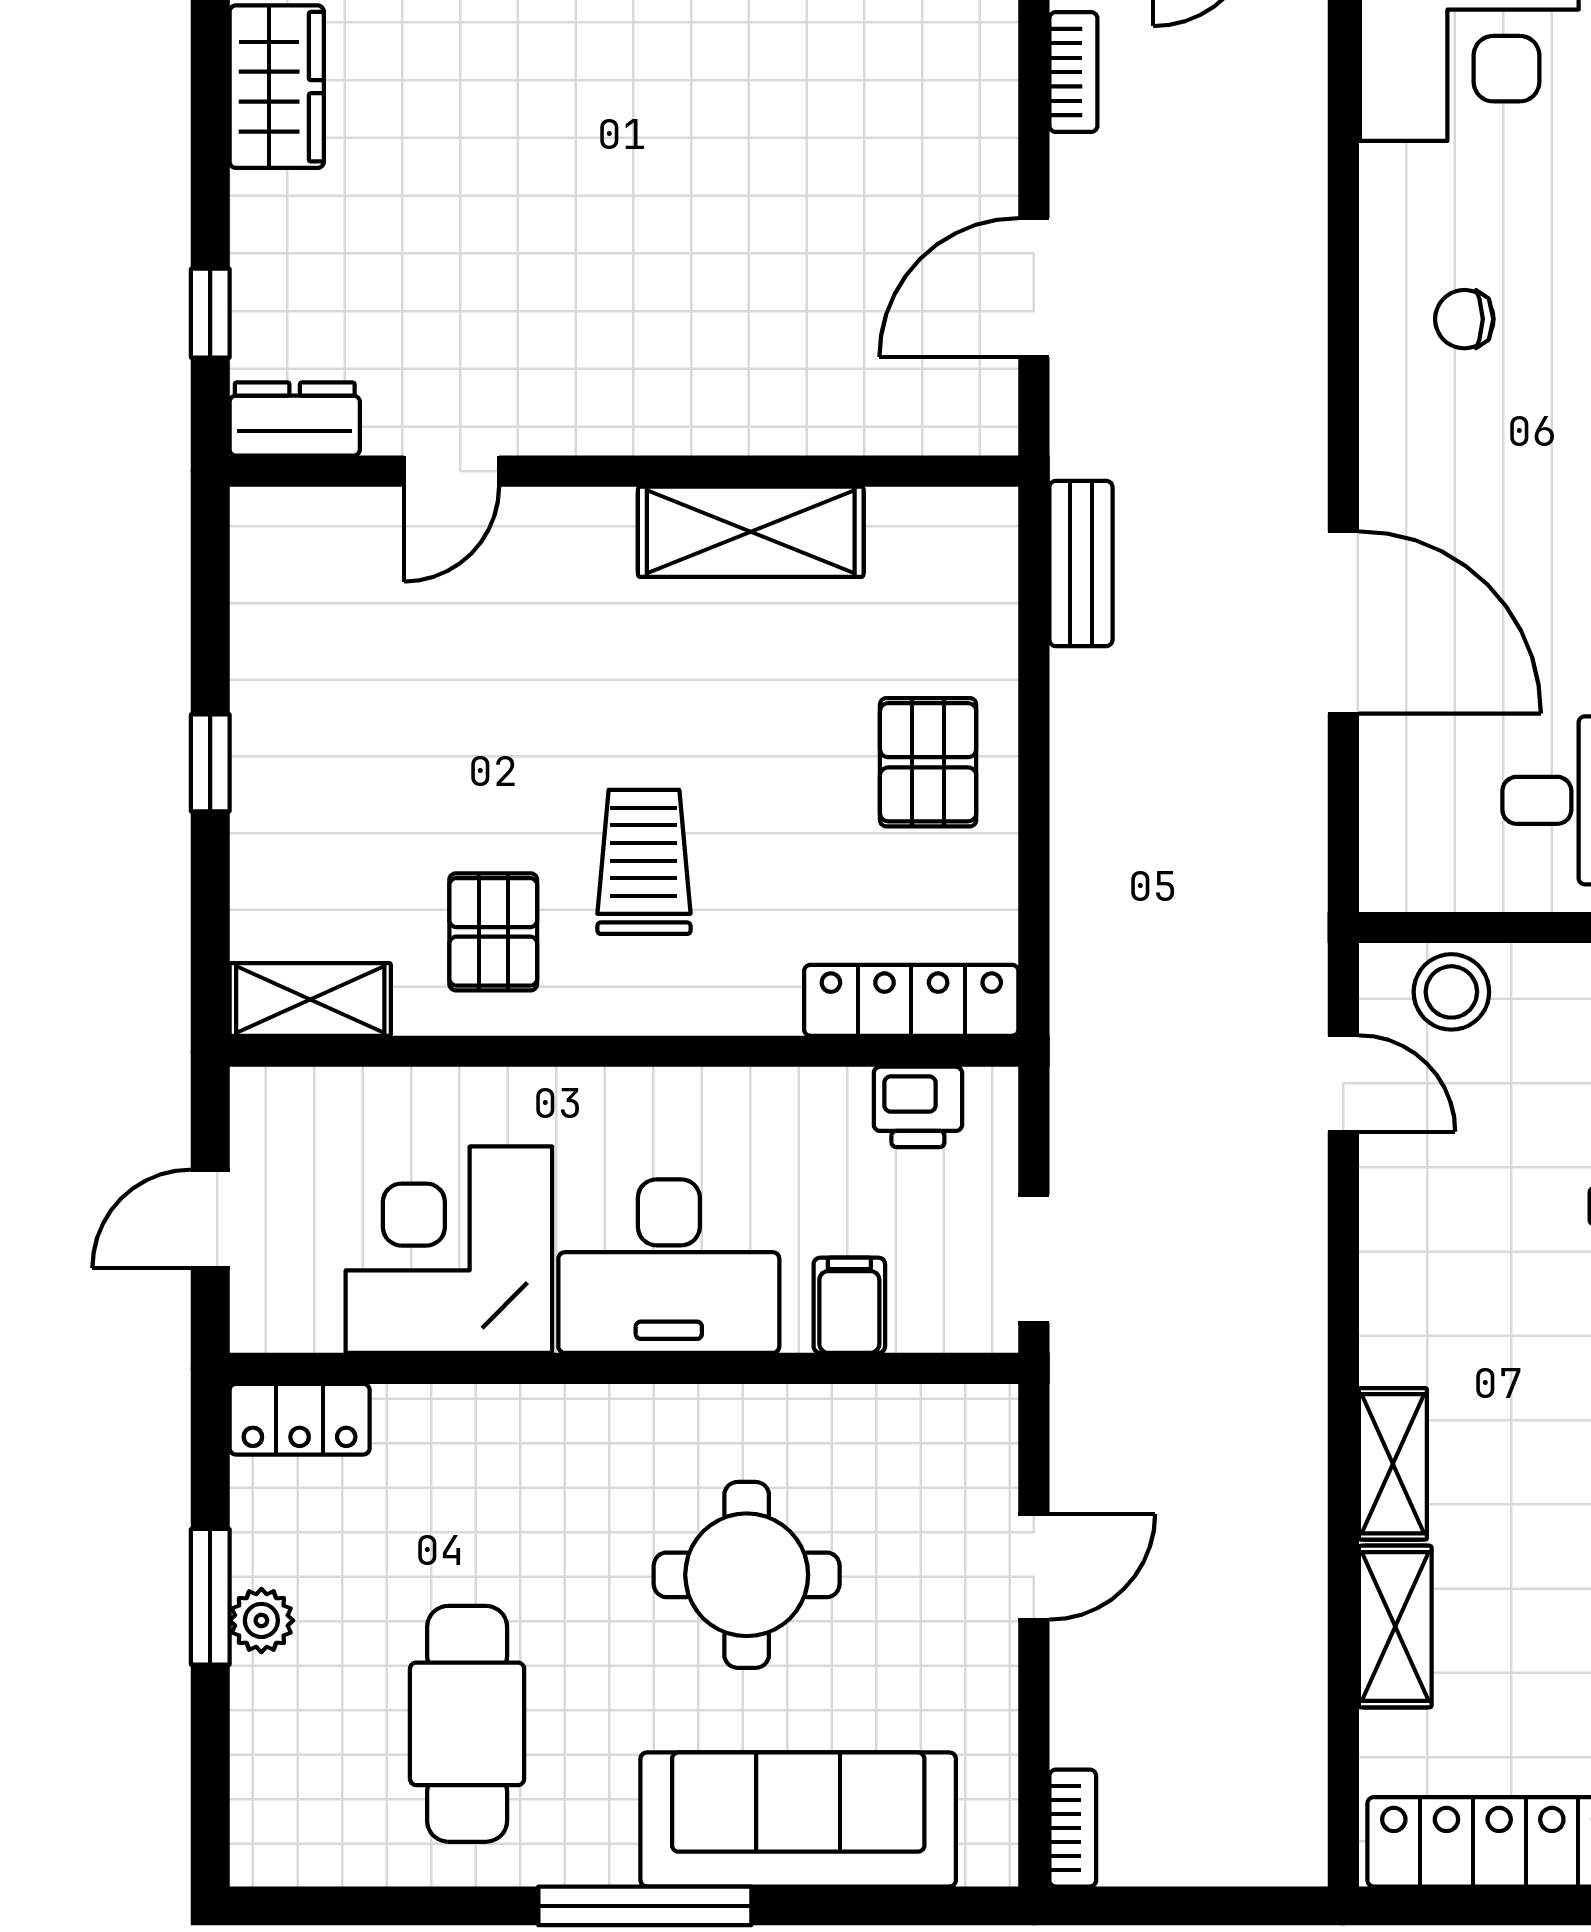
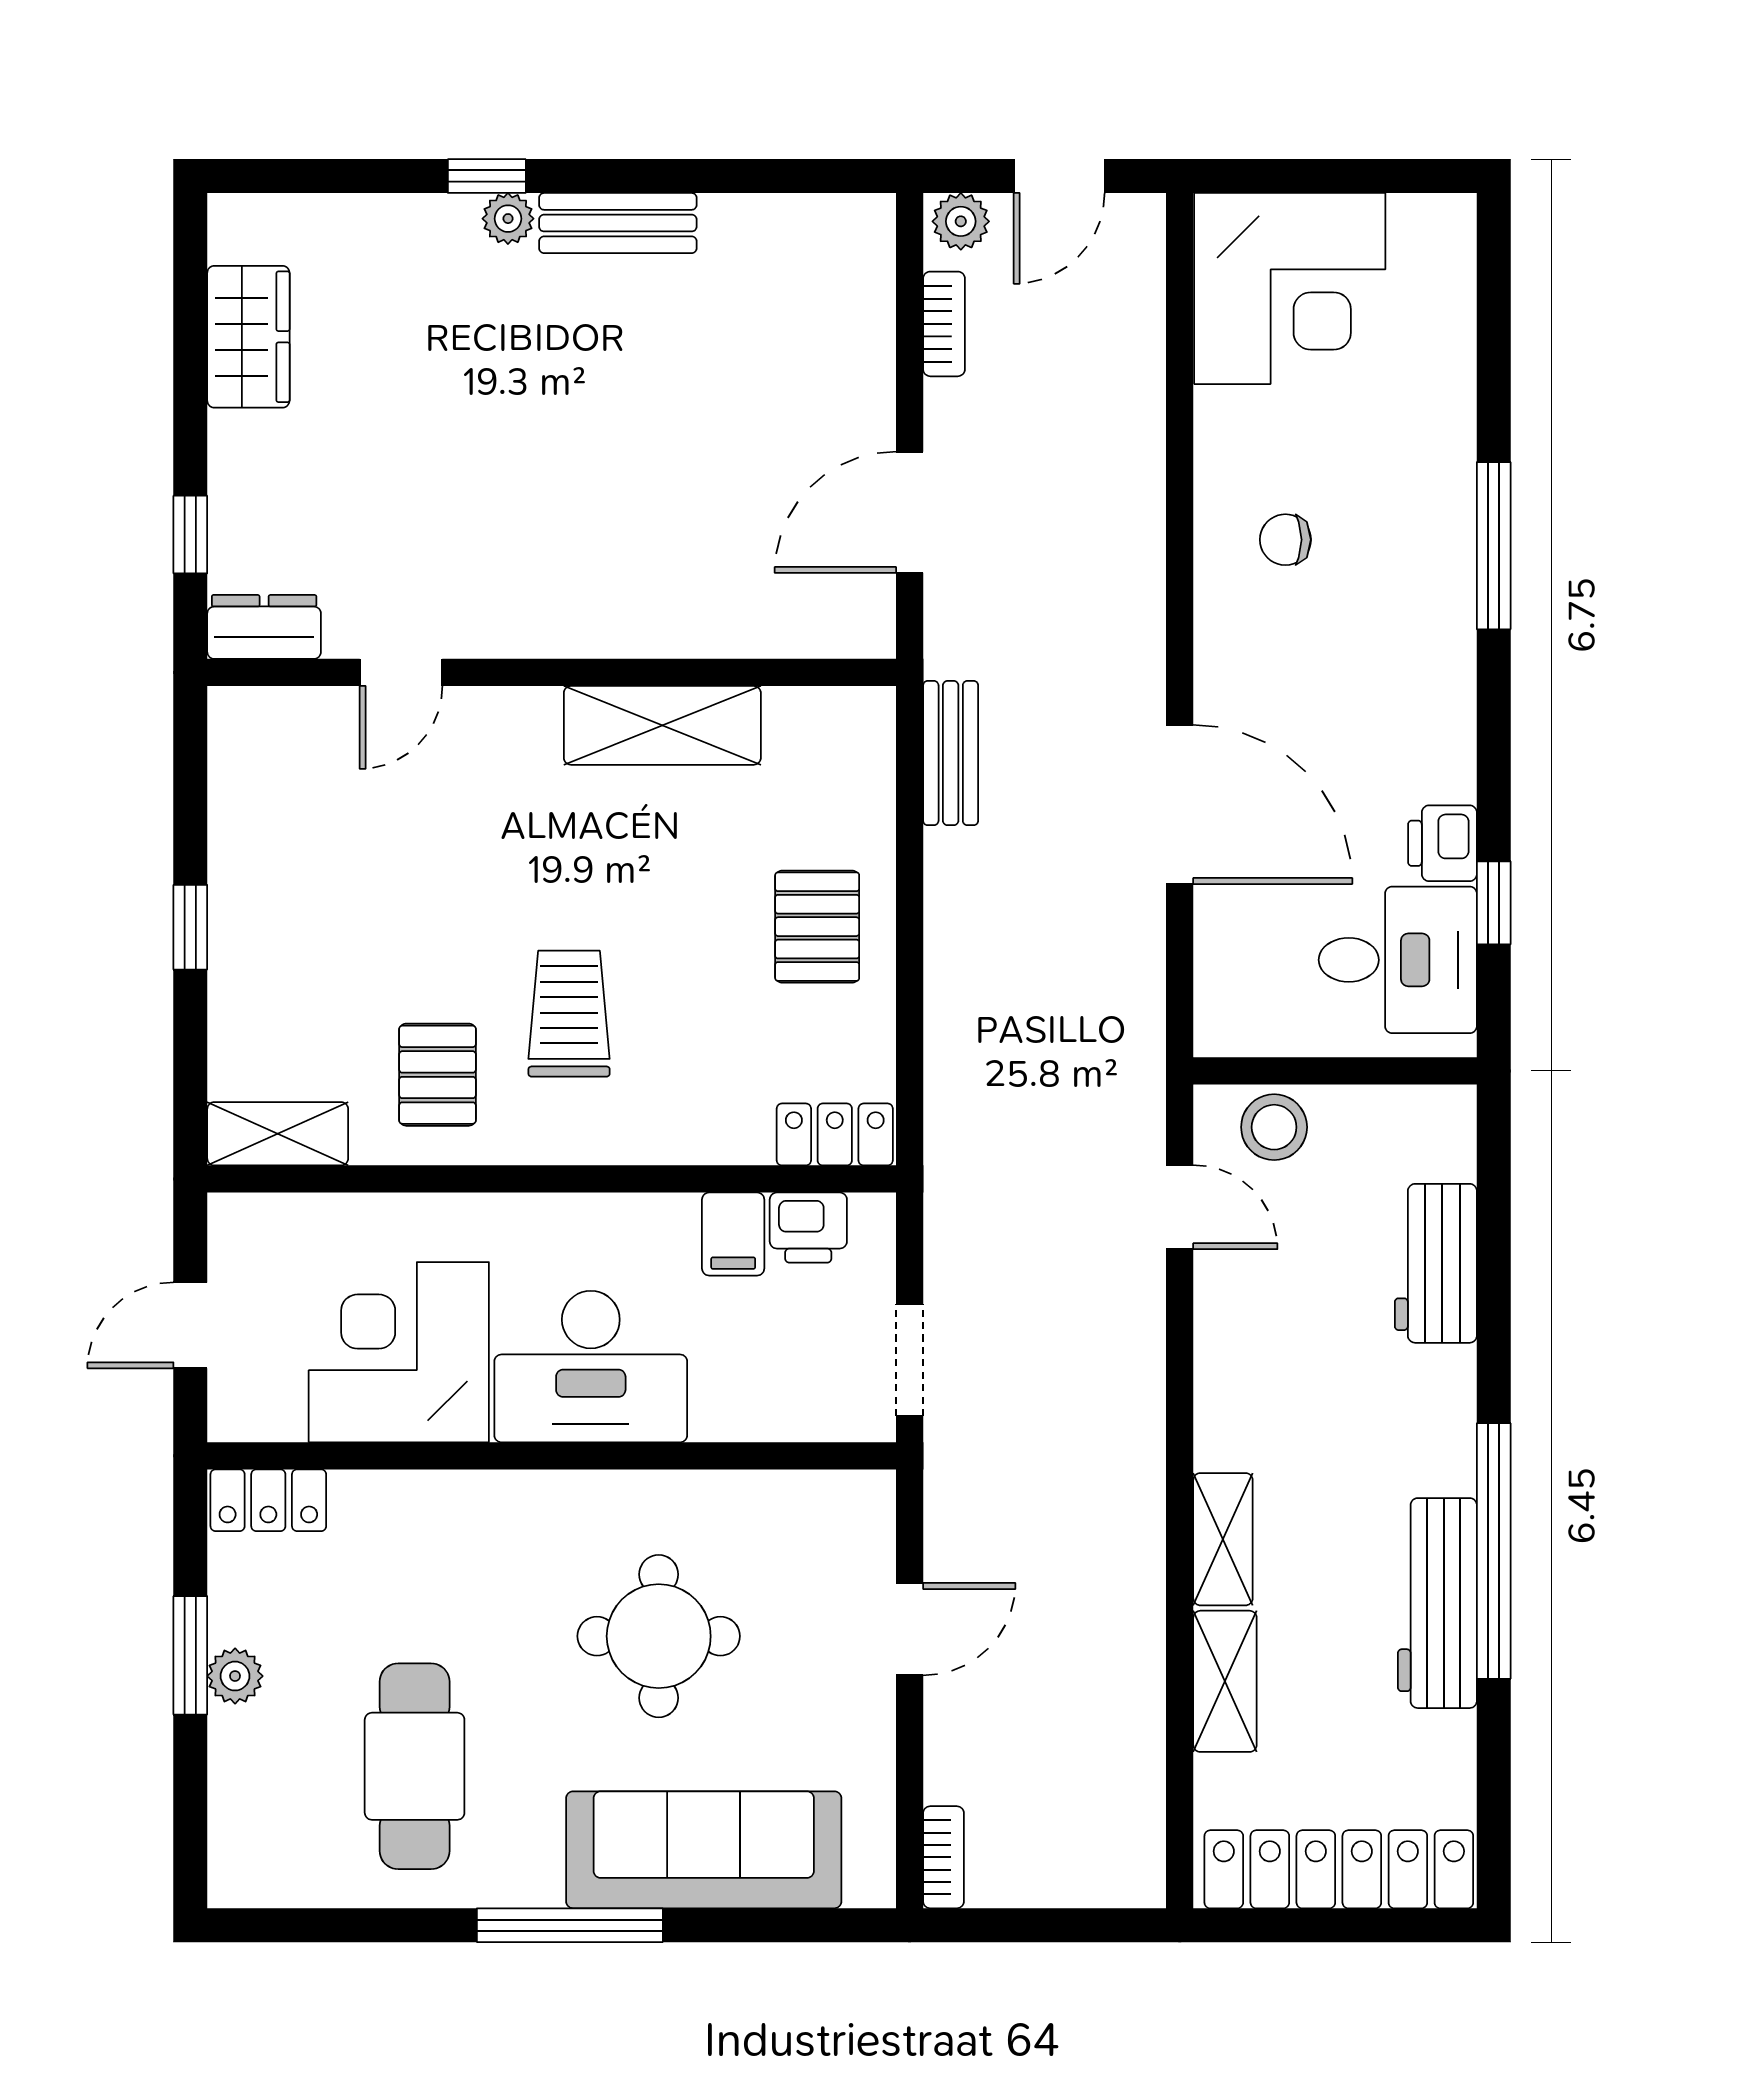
locker: (911, 1000) -> (835, 1134), width x0.66
filing cabinet: (849, 1305) -> (733, 1234), moved, turned 180

